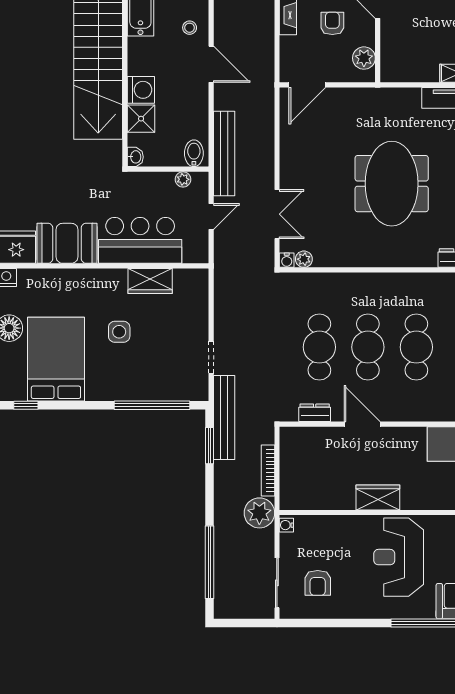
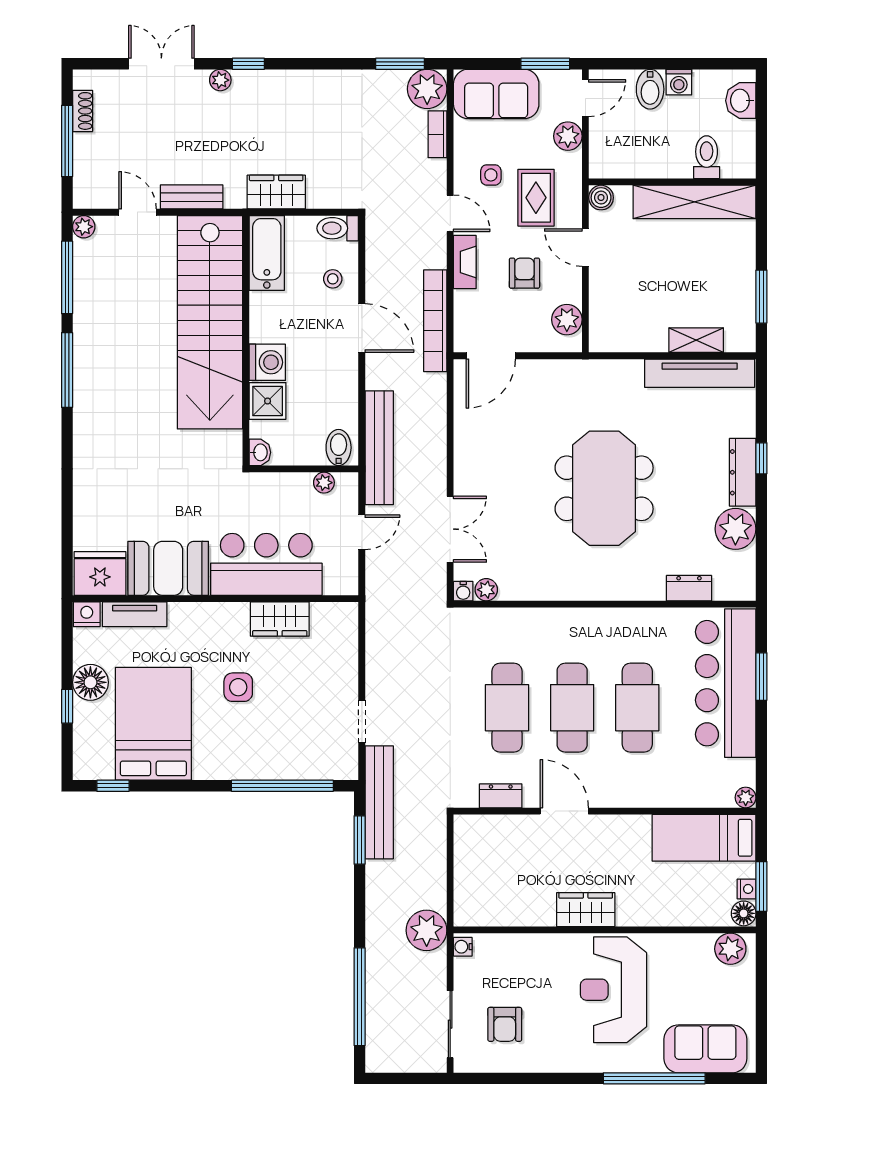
tv unit: (42, 277) -> (135, 614), added
bookcase: (268, 471) -> (435, 321), moved, width x1.48, depth x1.31

